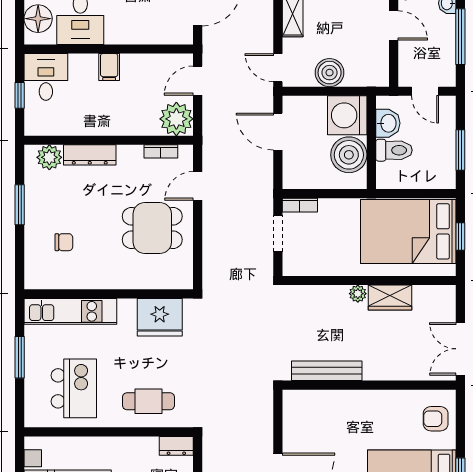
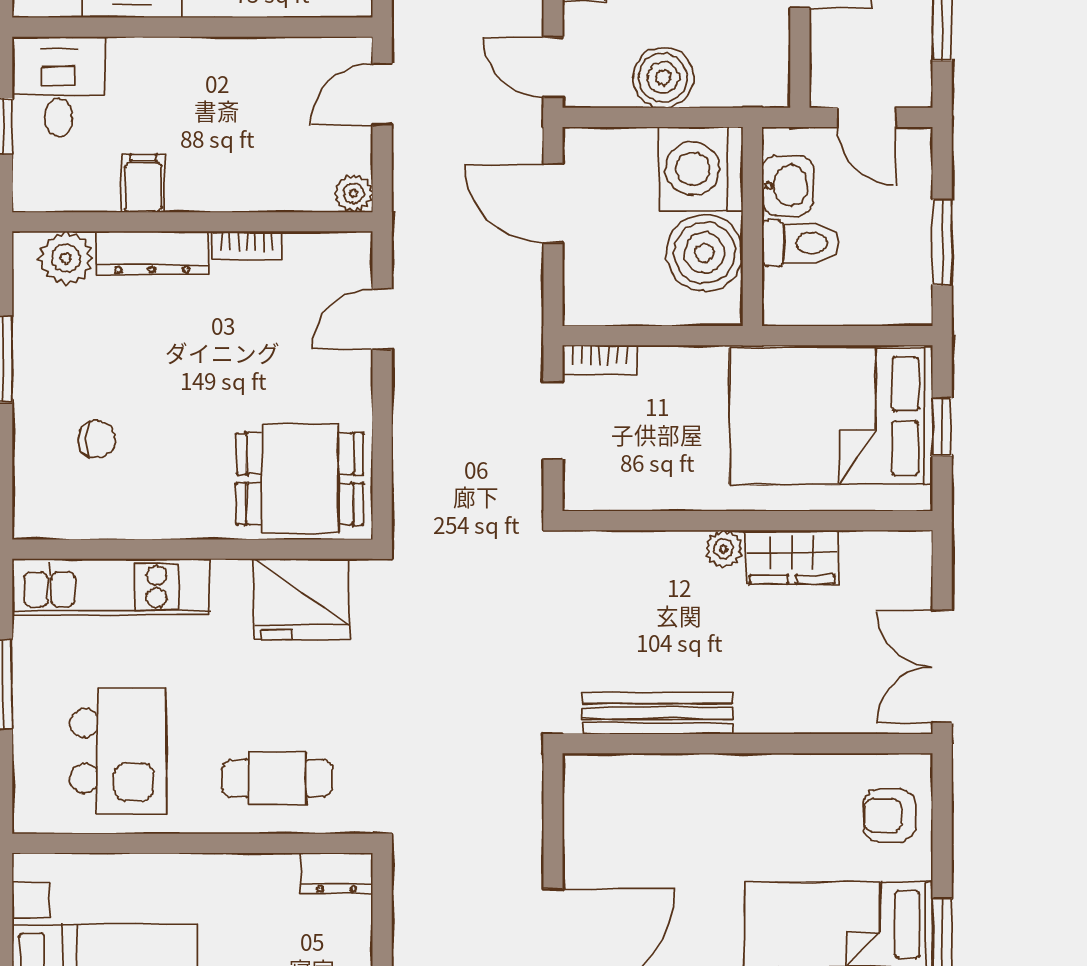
filing cabinet: (109, 67) -> (143, 183), moved, turned 180
plant: (176, 119) -> (354, 193), width x0.53, depth x0.53
bookcase: (161, 151) -> (247, 245), moved
dining table: (152, 228) -> (300, 479), moved

